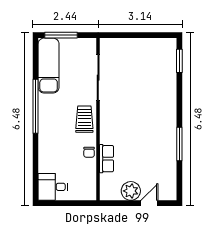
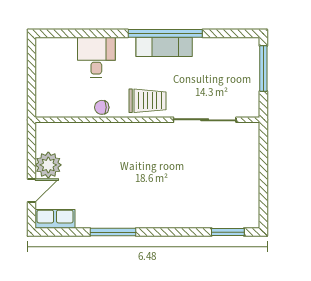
exam couch: (49, 66) -> (164, 47), moved, width x0.73, depth x0.69
row of seats: (107, 159) -> (55, 219), moved, turned 180
desk: (53, 187) -> (96, 57), moved
door: (149, 203) -> (31, 191), hinge flipped

